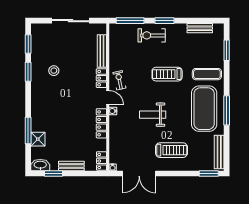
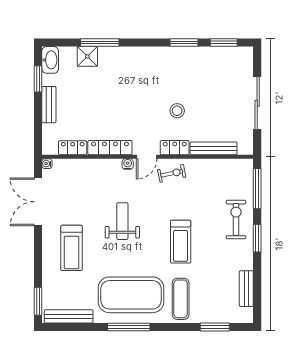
stool: (54, 71) -> (177, 111), moved
treadmill: (167, 74) -> (181, 242), turned 180
locker: (102, 161) -> (73, 148), moved

